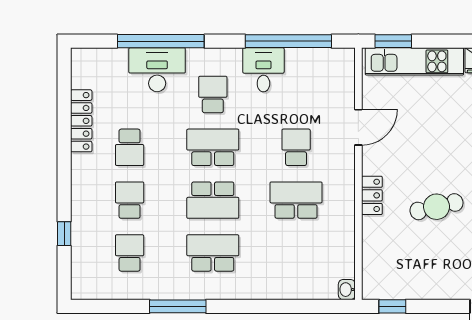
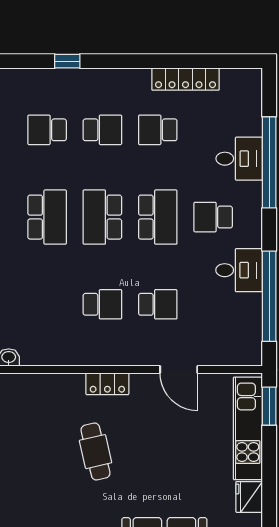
desk: (157, 70) -> (239, 159), width x0.73
school desk: (213, 94) -> (213, 217), turned 180
school desk: (296, 200) -> (102, 304), width x0.54
school desk: (130, 253) -> (47, 130), turned 180

